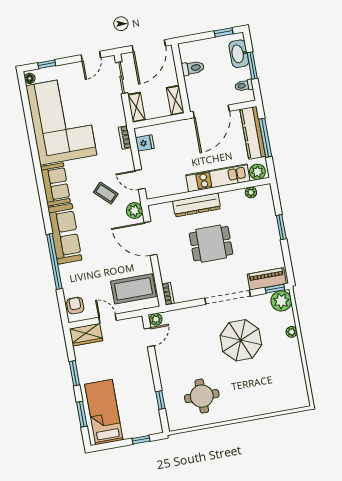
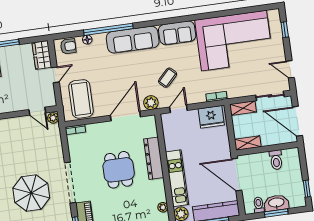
washbasin: (239, 54) -> (276, 203), moved
floor lamp: (30, 78) -> (87, 40), moved
fridge: (145, 143) -> (211, 117), width x1.88, depth x1.34

